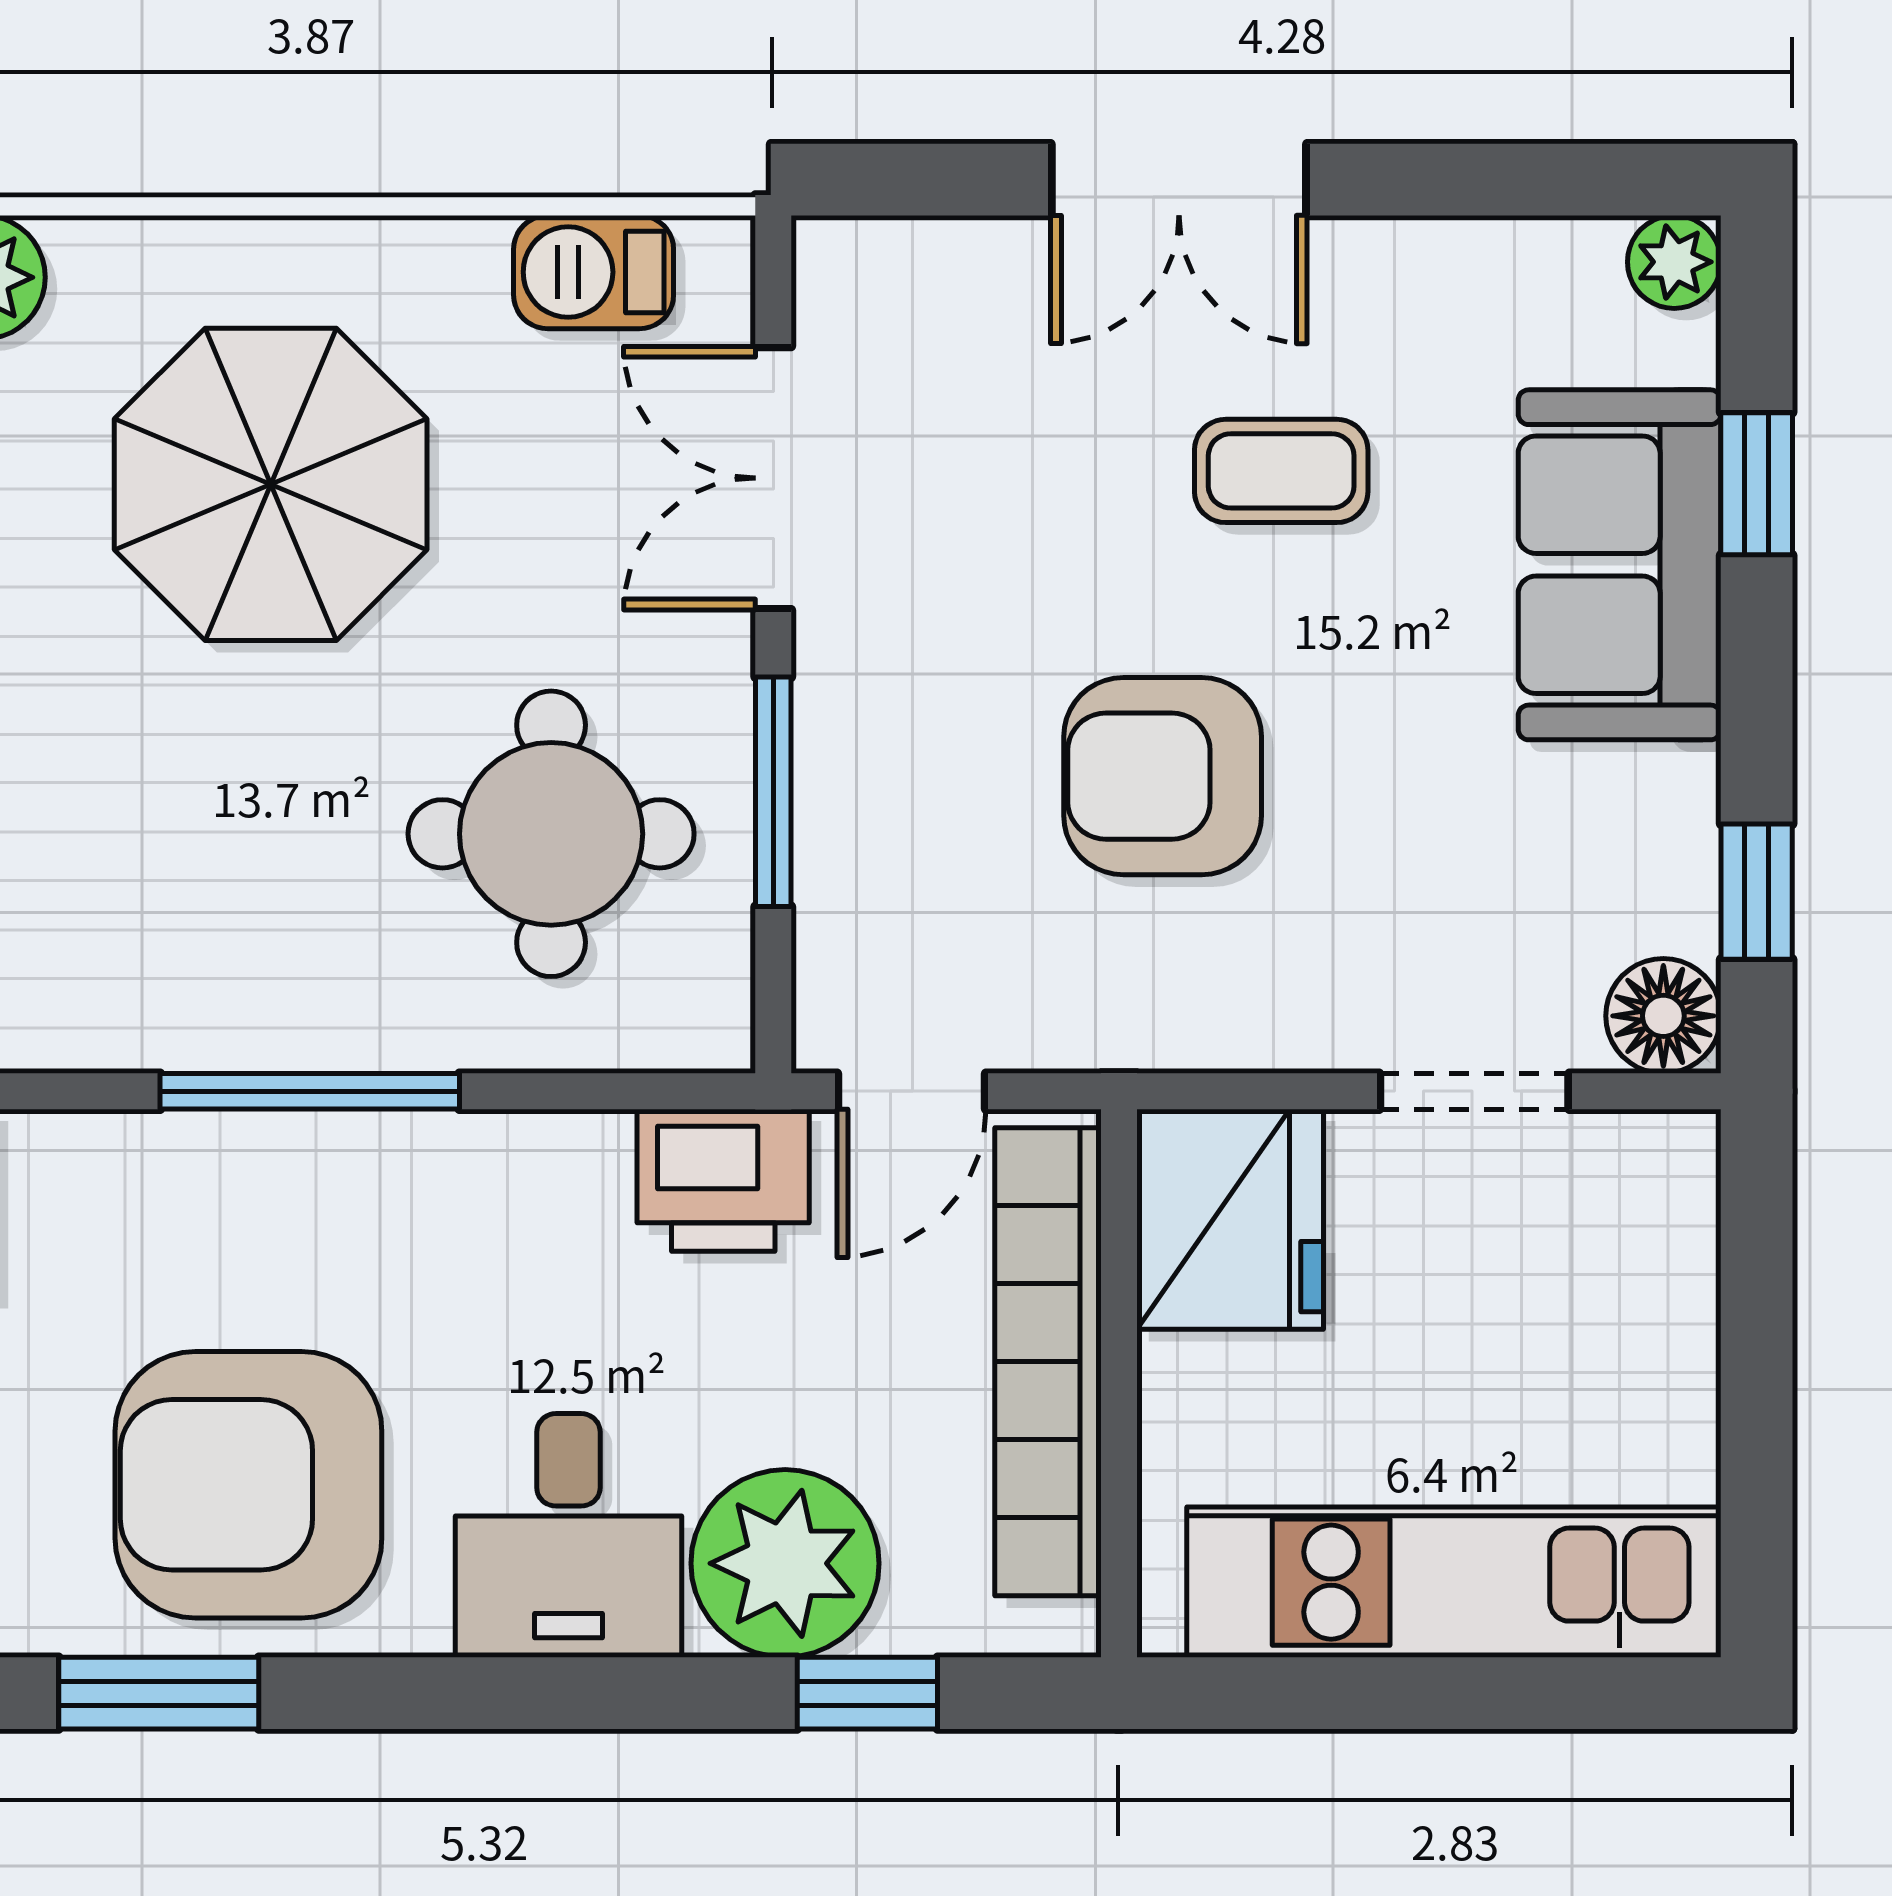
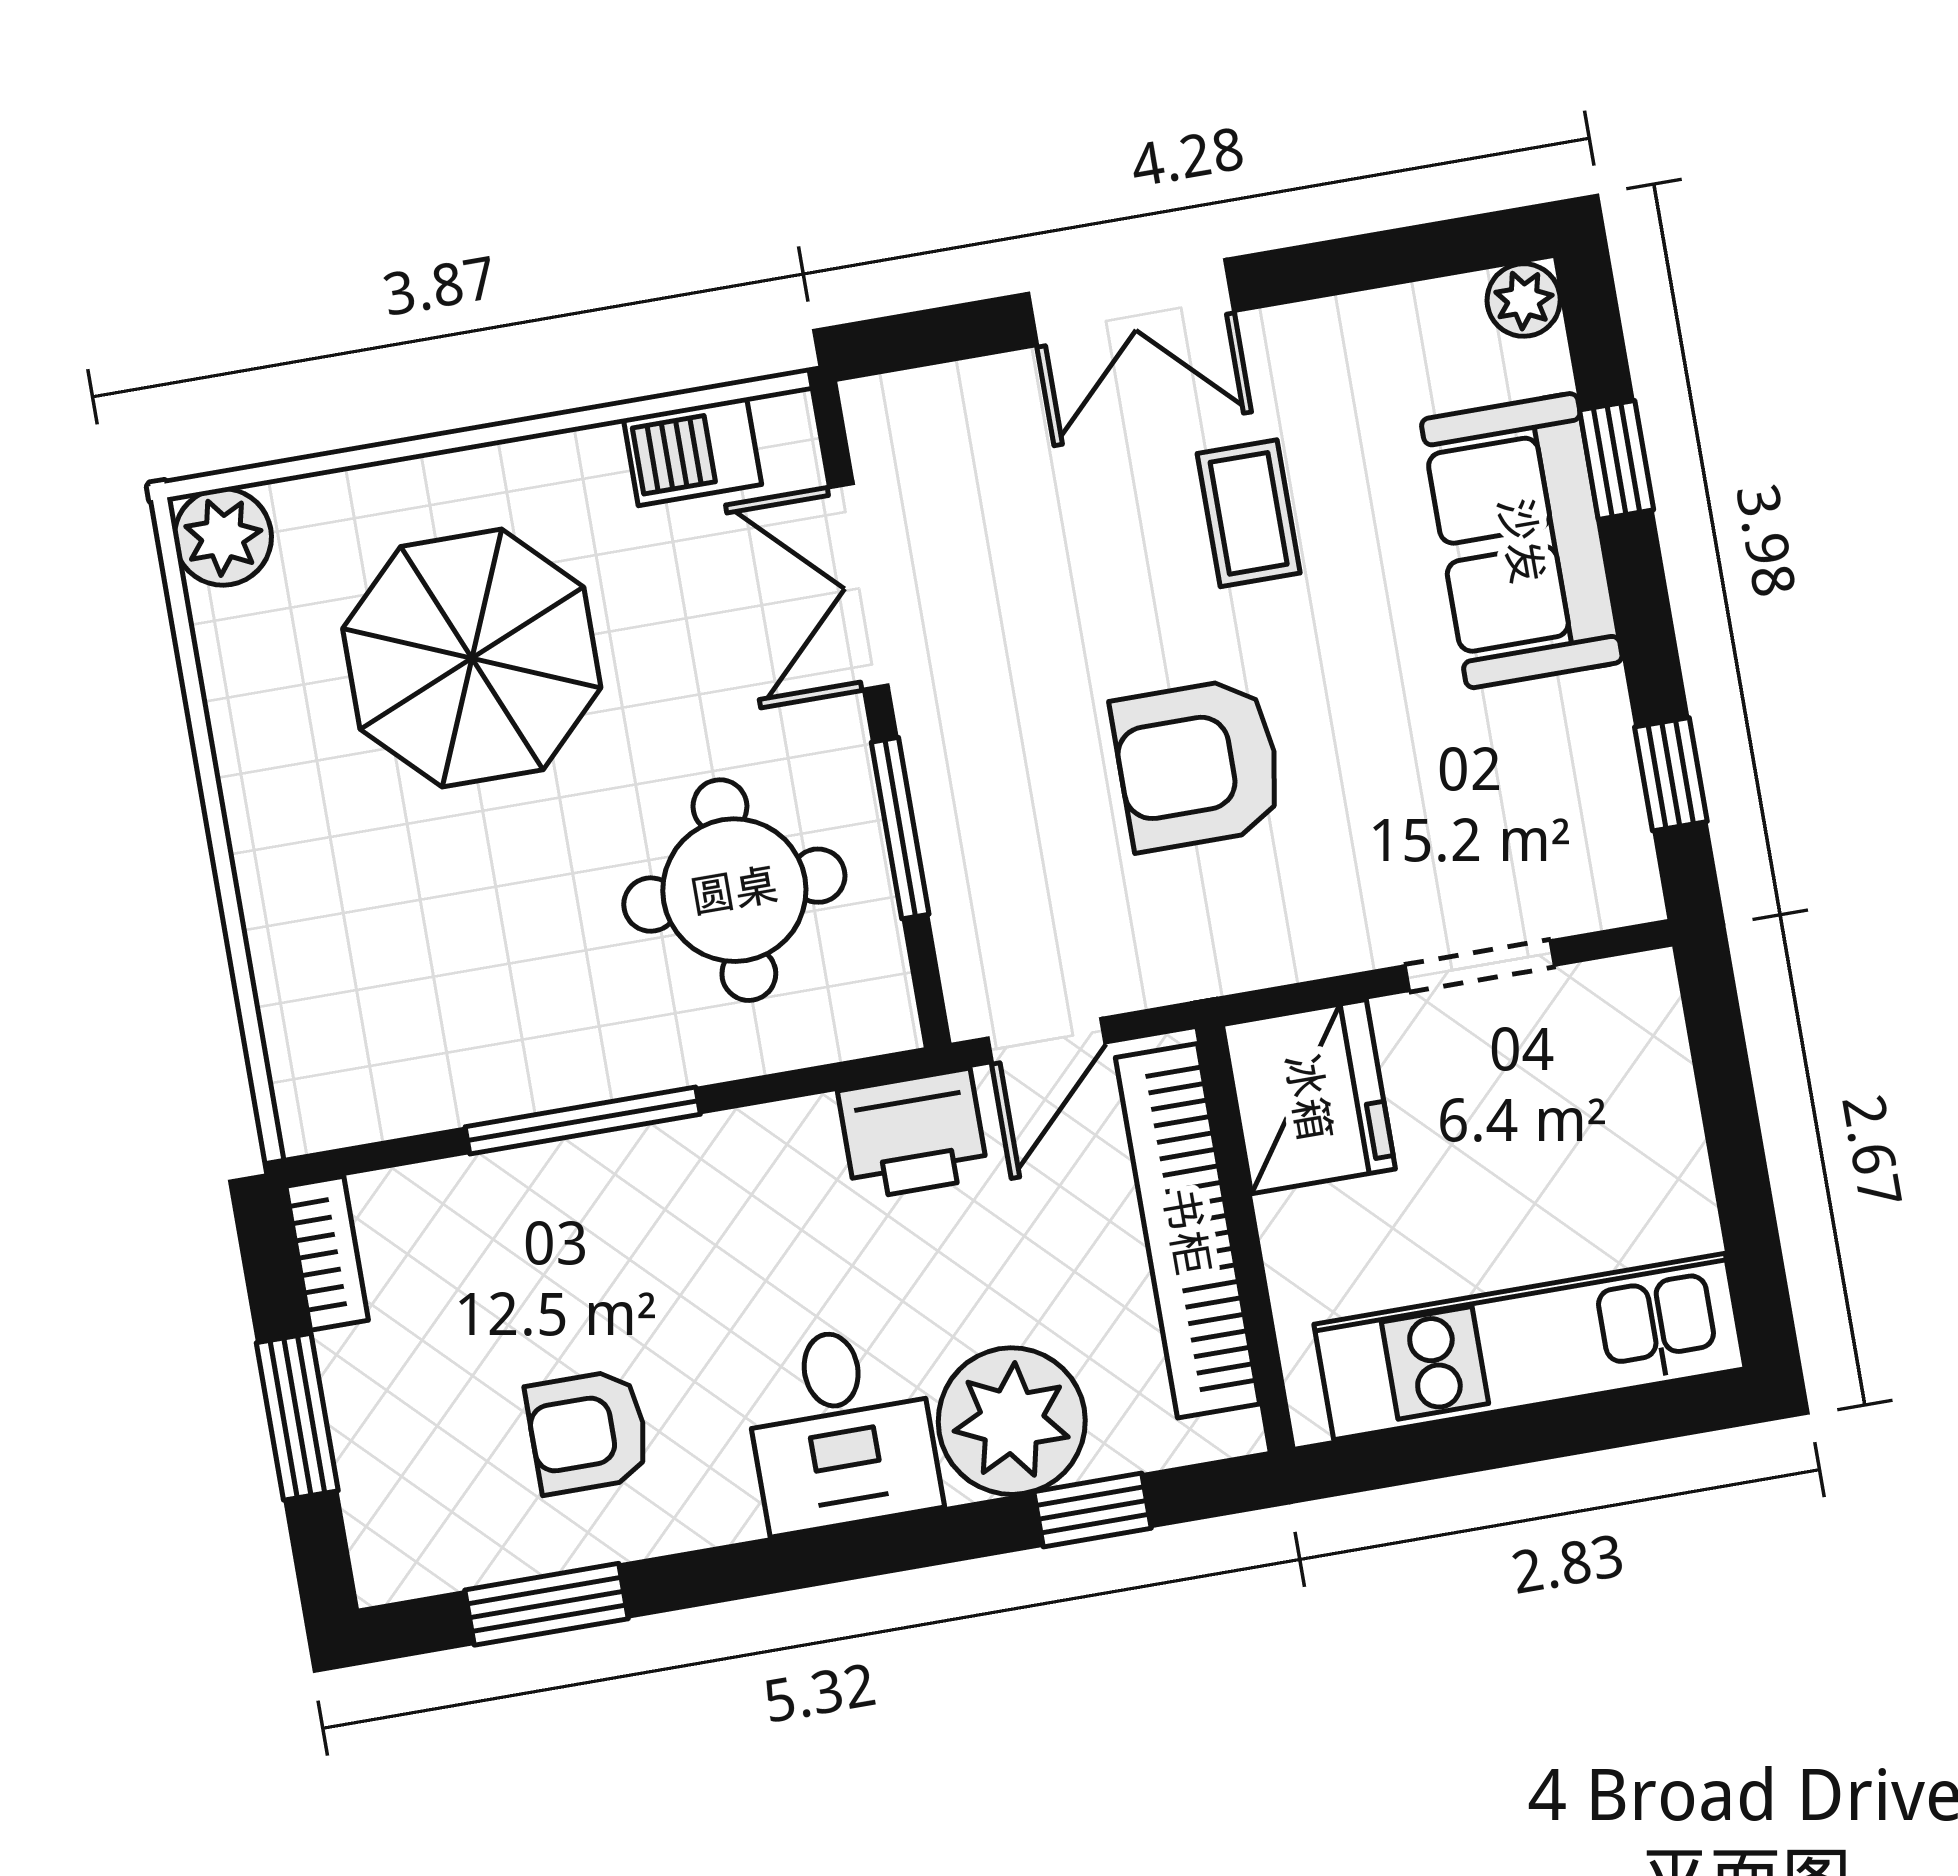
coffee table: (1281, 471) -> (1249, 513), turned 90
floor lamp: (1663, 1016) -> (1616, 882), removed
armchair: (248, 1485) -> (588, 1432), width x0.53, depth x0.53

